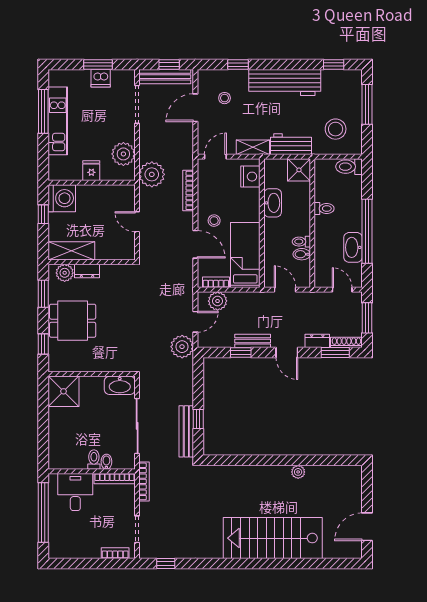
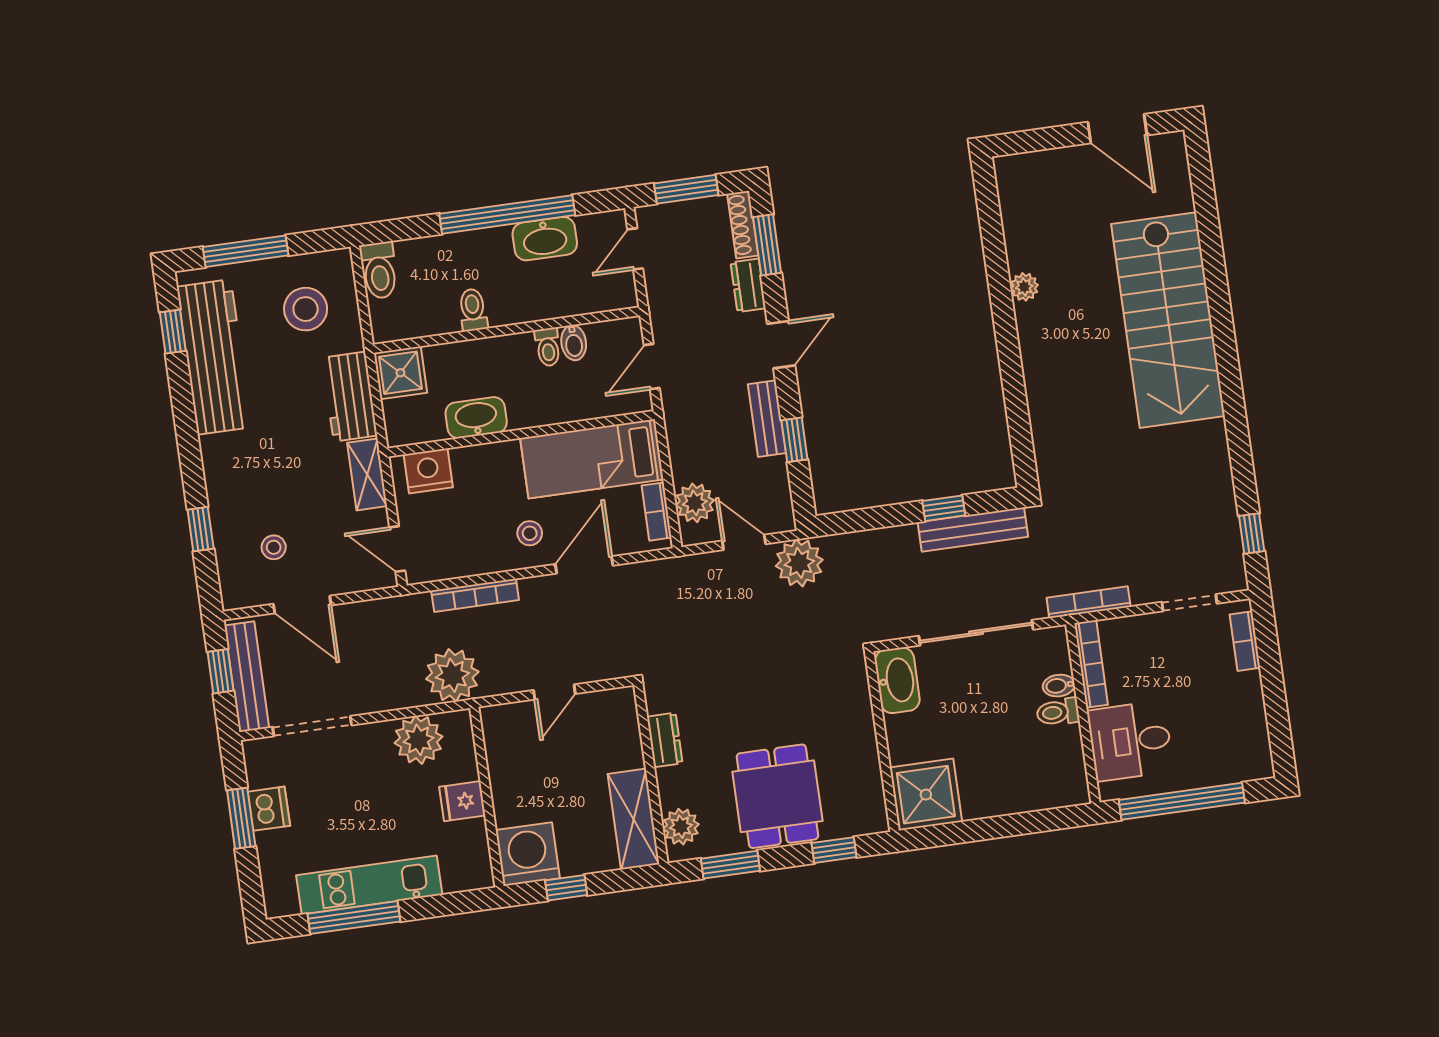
workbench: (285, 82) -> (214, 357), moved
dresser: (87, 271) -> (665, 740), moved

